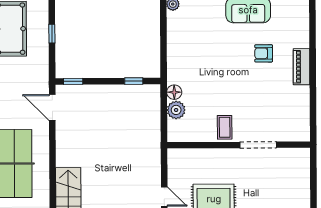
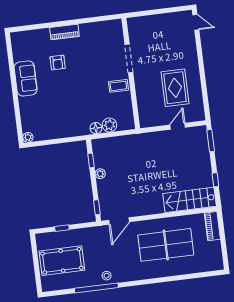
plant: (115, 91) -> (100, 174), added

